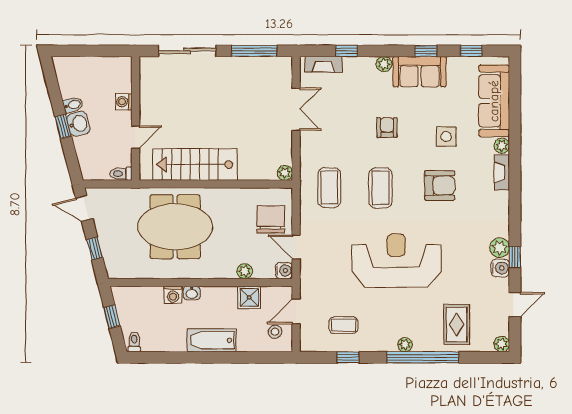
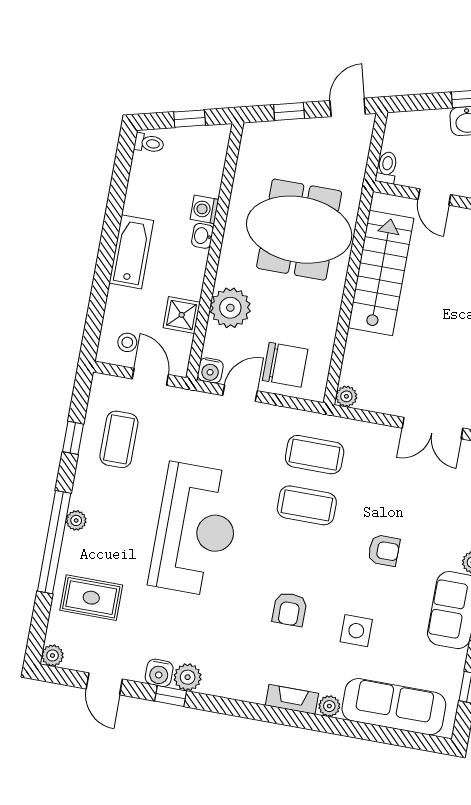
armchair: (440, 185) -> (290, 609), width x0.72, depth x0.72
coffee table: (380, 188) -> (307, 505), moved
meeting table: (175, 227) -> (299, 230), turned 90
plant: (245, 271) -> (230, 308), width x1.88, depth x1.88
coffee table: (343, 325) -> (119, 439), width x1.36, depth x1.30

